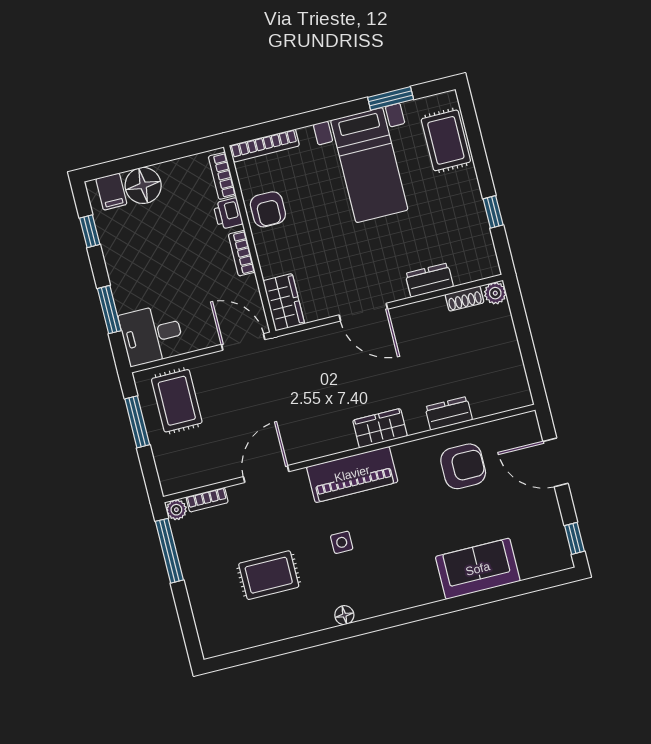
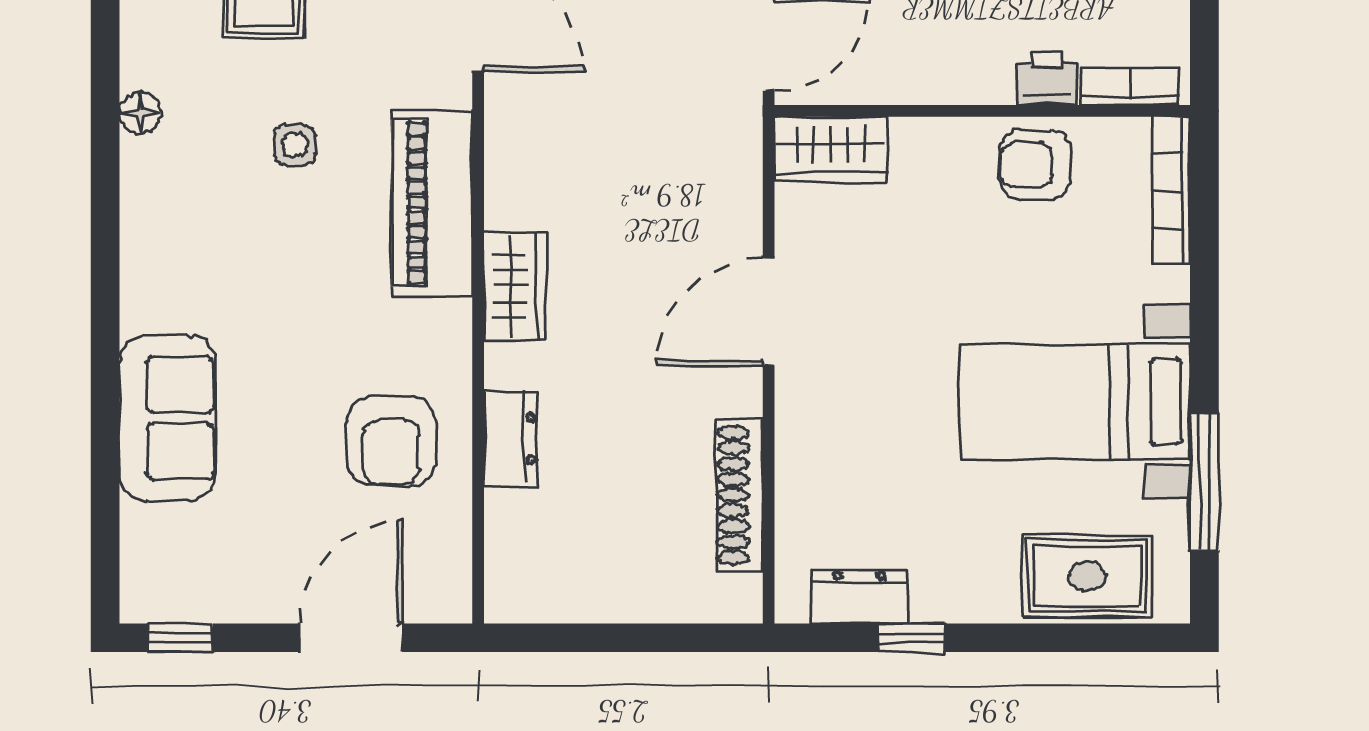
window: (391, 98) -> (1204, 481), width x1.44
bookcase: (242, 253) -> (957, 86), removed
dresser: (429, 280) -> (859, 597), moved, turned -90
plant: (495, 293) -> (739, 600), removed
shoe rack: (464, 299) -> (739, 495), width x1.94, depth x1.24

